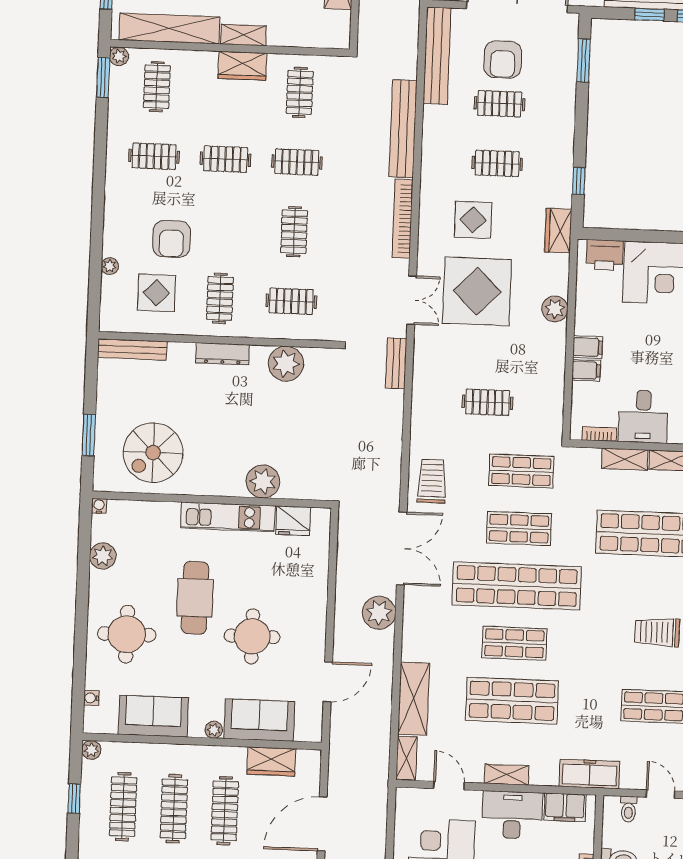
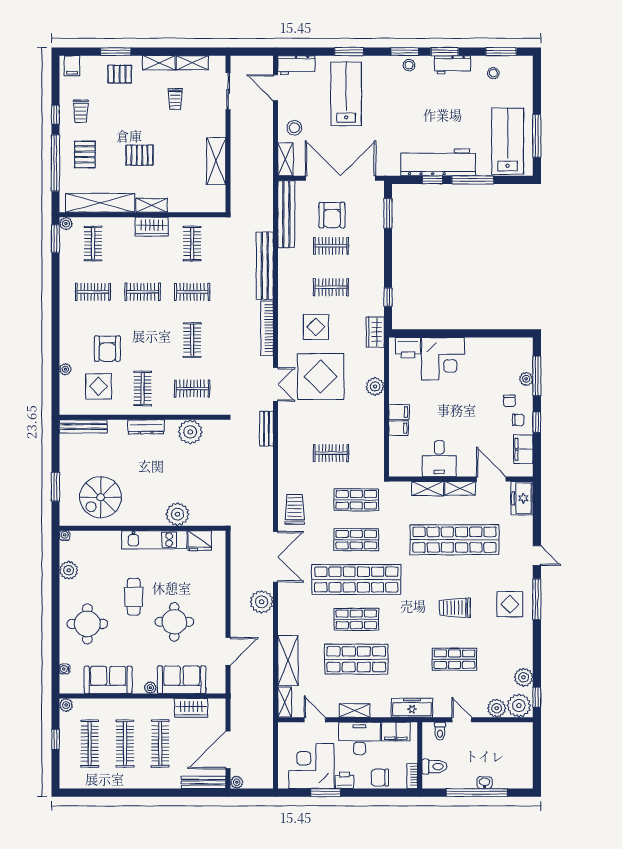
bookcase: (599, 434) -> (409, 472), removed
cafe table: (195, 598) -> (134, 597), width x0.73, depth x0.74

